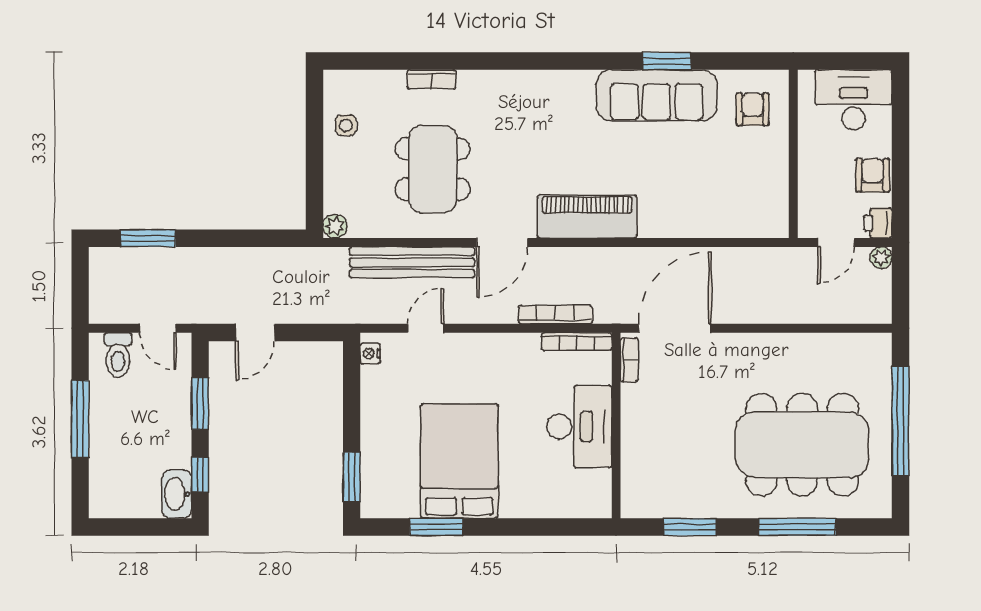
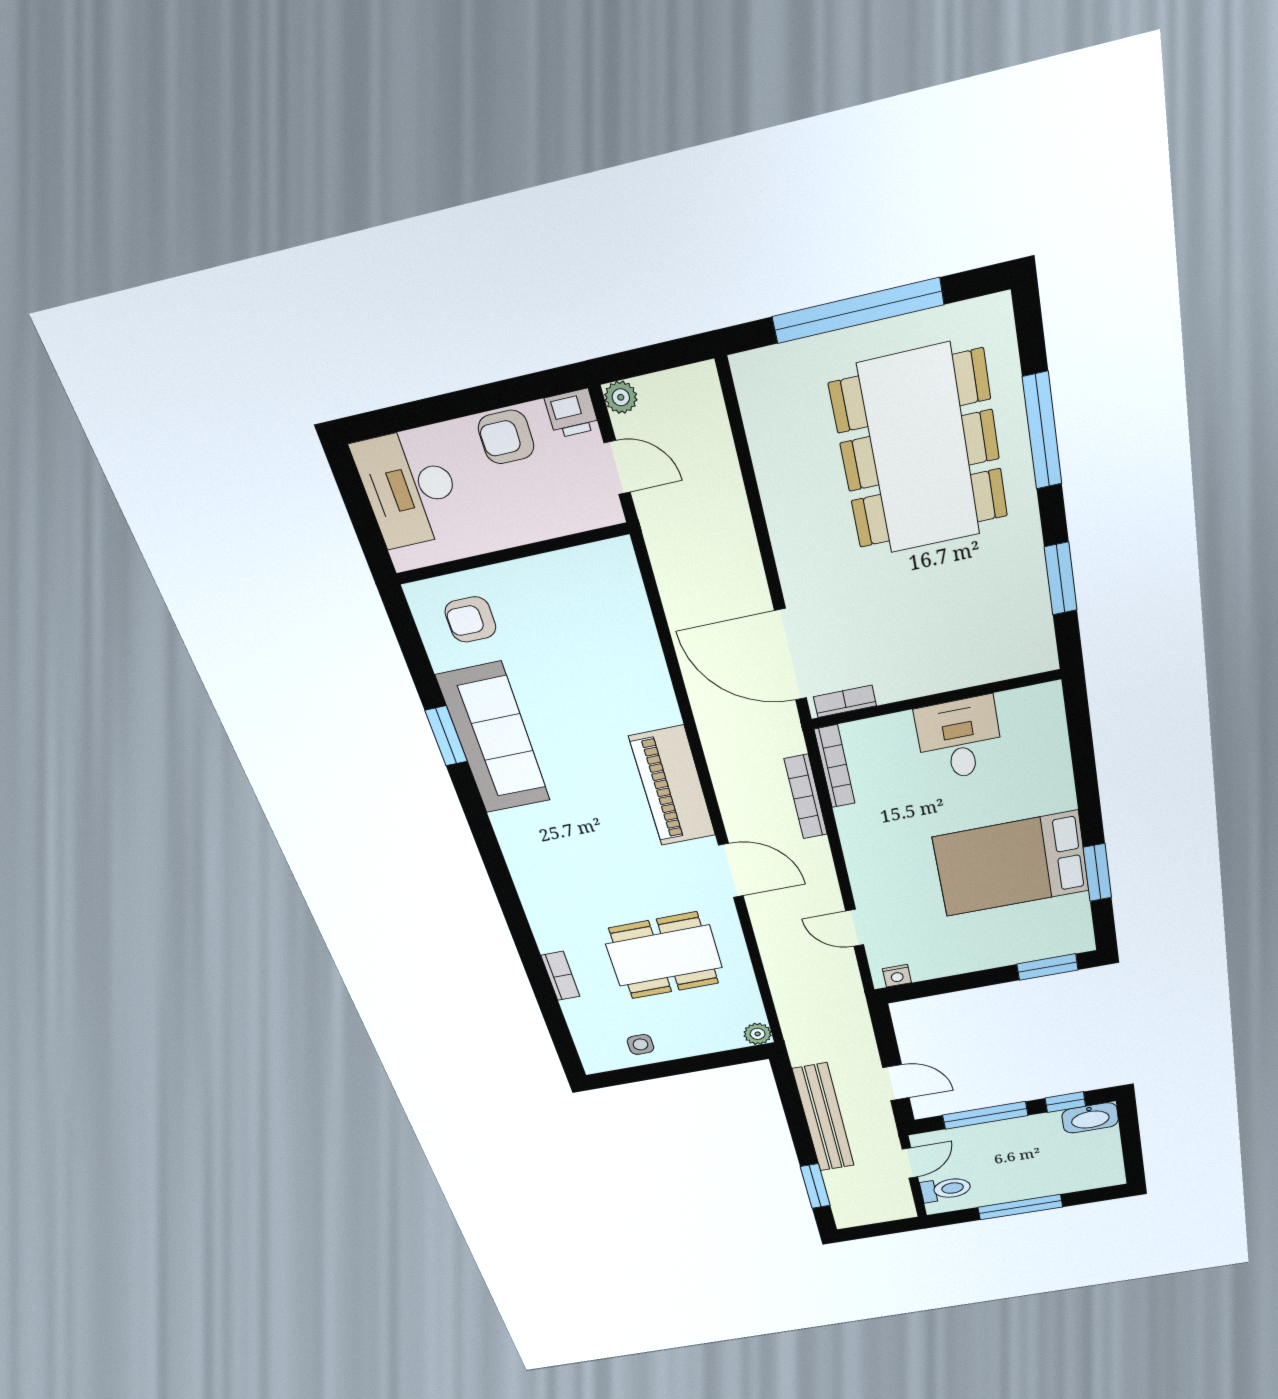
bench: (412, 262) -> (824, 1118), moved
window: (200, 403) -> (985, 1115), width x1.44
desk: (579, 426) -> (959, 739), width x0.73

